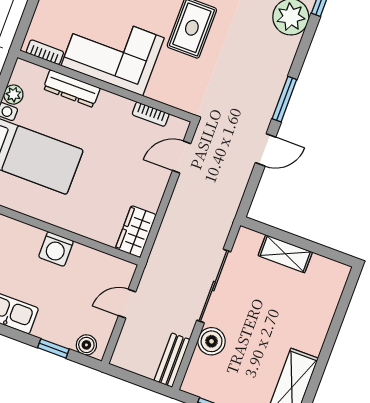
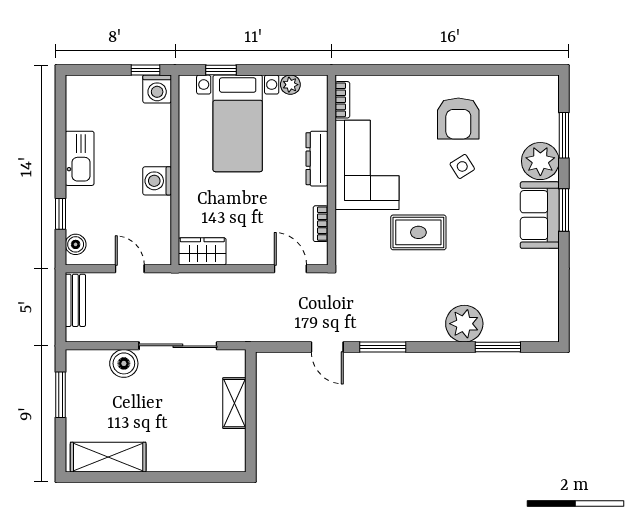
dresser: (72, 88) -> (317, 159), moved
bench: (172, 360) -> (75, 300), moved, turned 90

